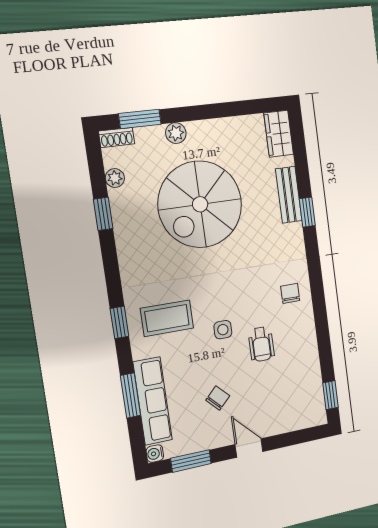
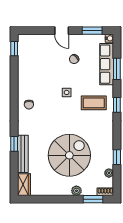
bench: (289, 195) -> (23, 154), width x1.36
wheelchair: (261, 344) -> (48, 82), removed

